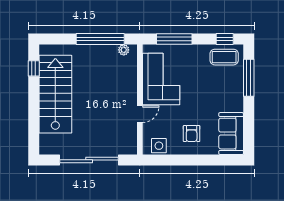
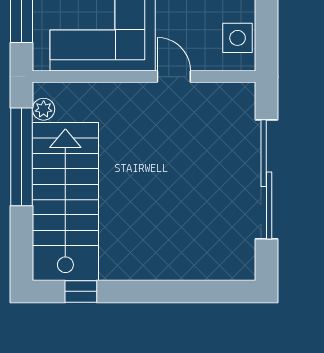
stairs: (55, 94) -> (65, 202), moved, turned 90

